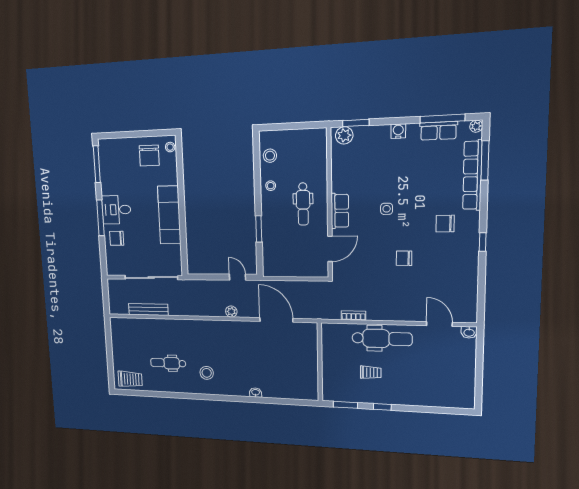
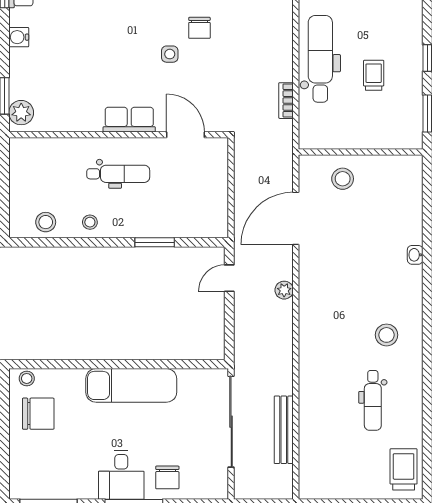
side table: (387, 209) -> (170, 54), moved
stool: (302, 350) -> (343, 179), added

